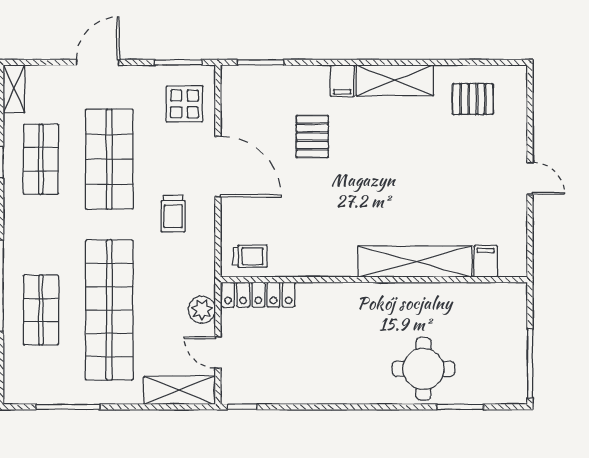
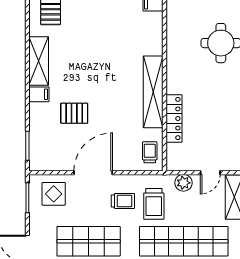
shelving: (415, 262) -> (153, 92), moved
trolley: (168, 263) -> (154, 204), added
locker: (258, 295) -> (174, 119), moved

